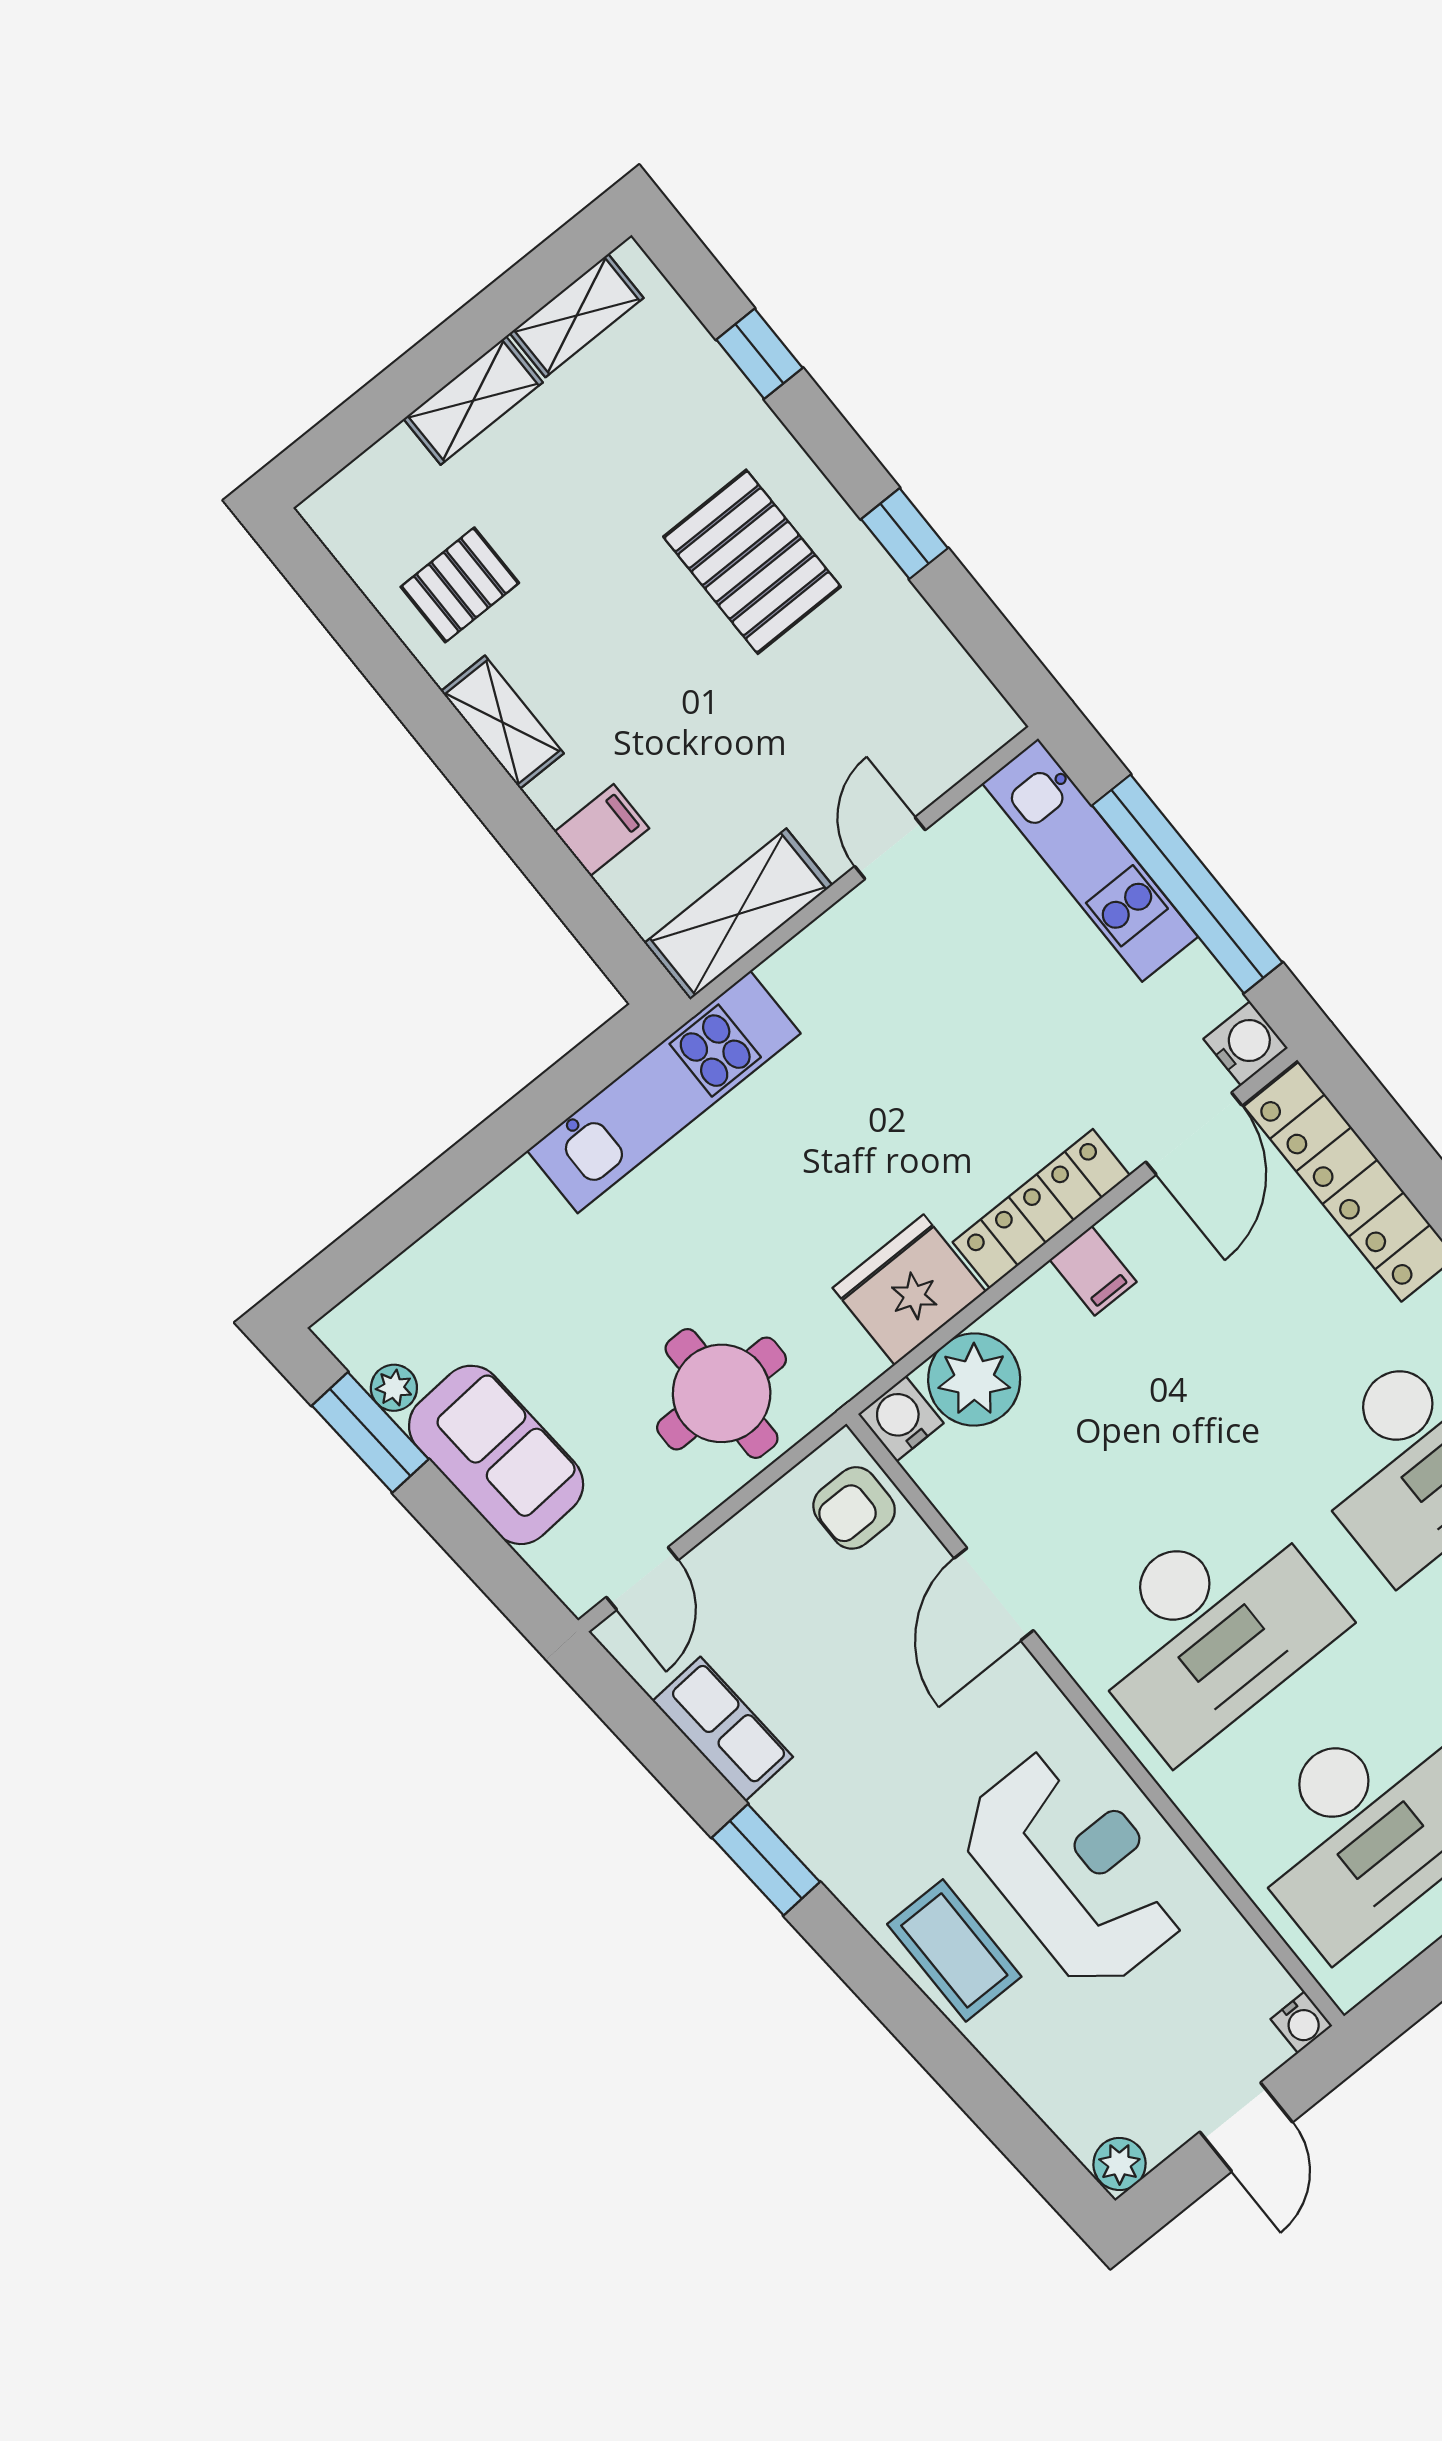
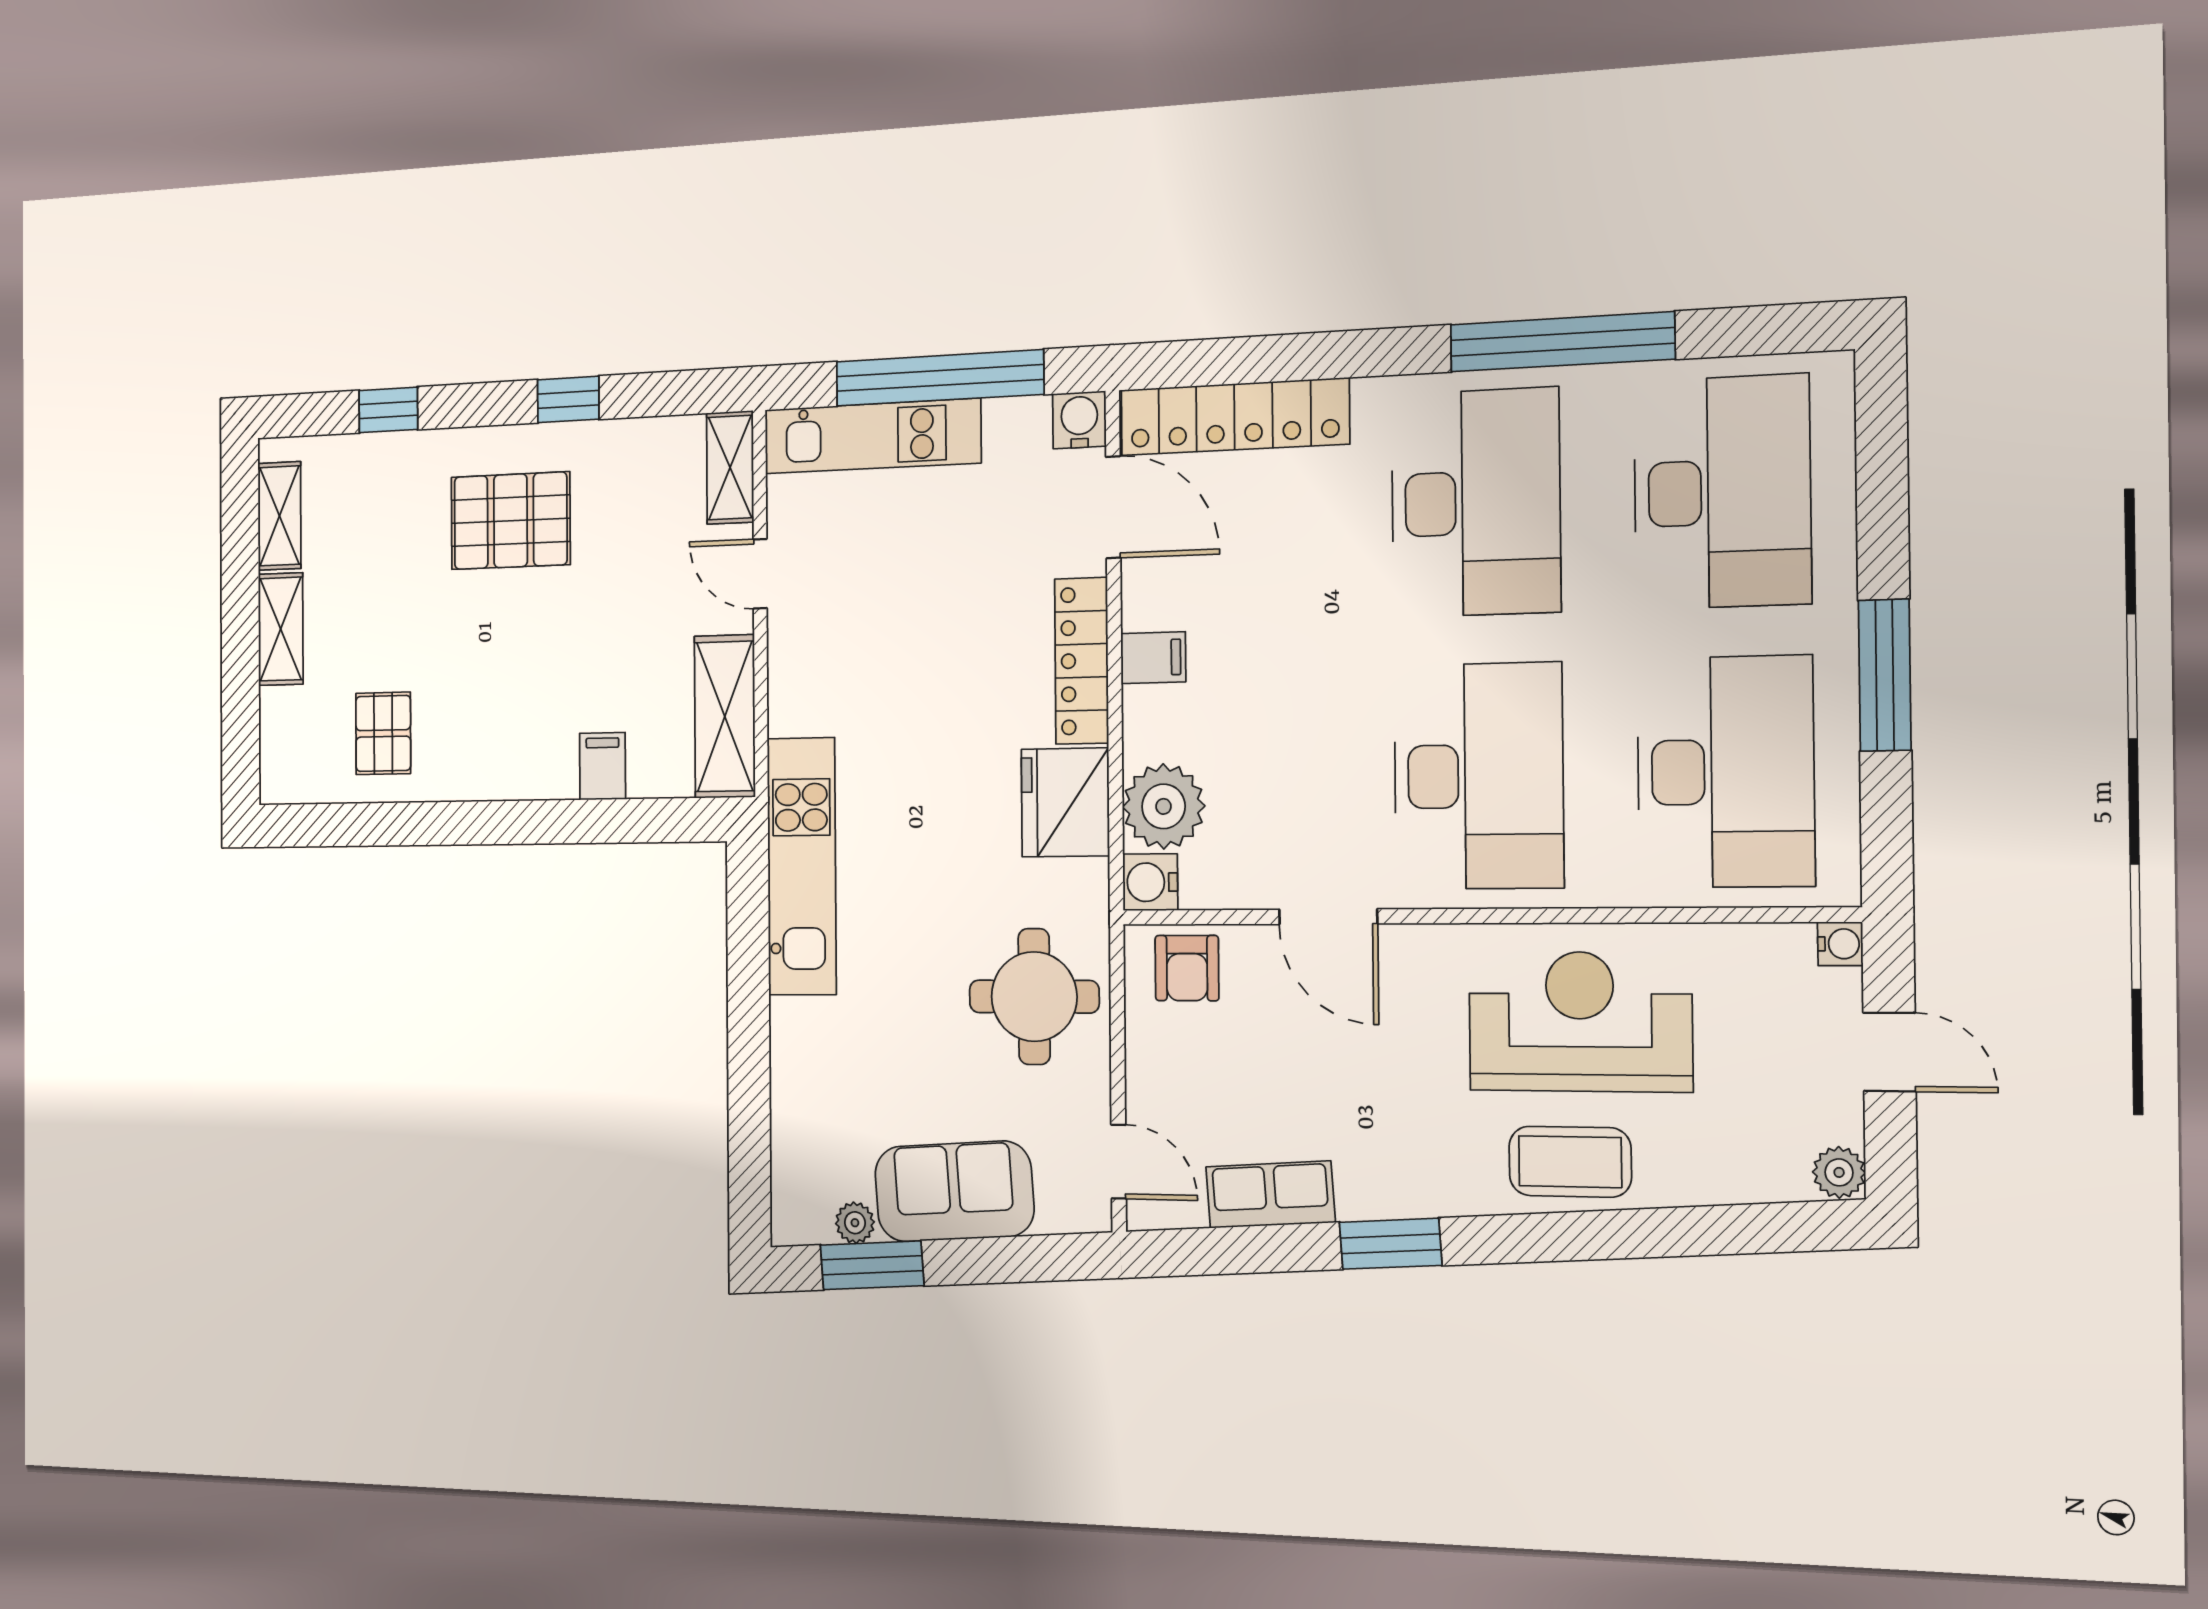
shelving: (502, 722) -> (730, 468), moved, turned 90

